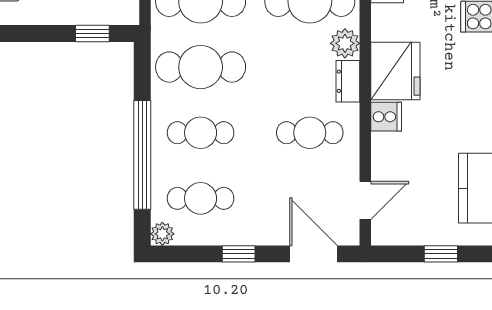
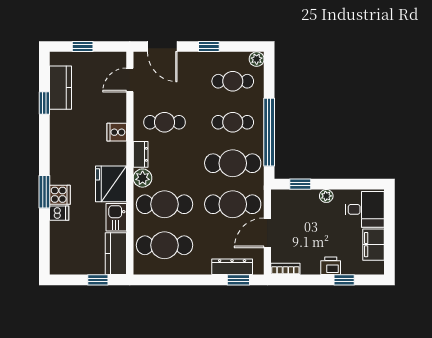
plant: (51, 15) -> (326, 196), added
fridge: (395, 71) -> (111, 184), moved
window: (142, 155) -> (269, 132), moved

